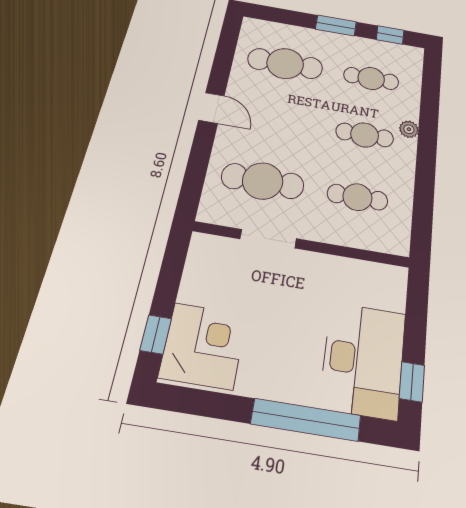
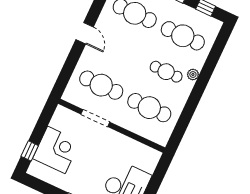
cafe table: (371, 78) -> (183, 36), width x1.37, depth x1.35
cafe table: (357, 197) -> (149, 108), width x1.37, depth x1.35
corner desk: (203, 346) -> (56, 150), moved

